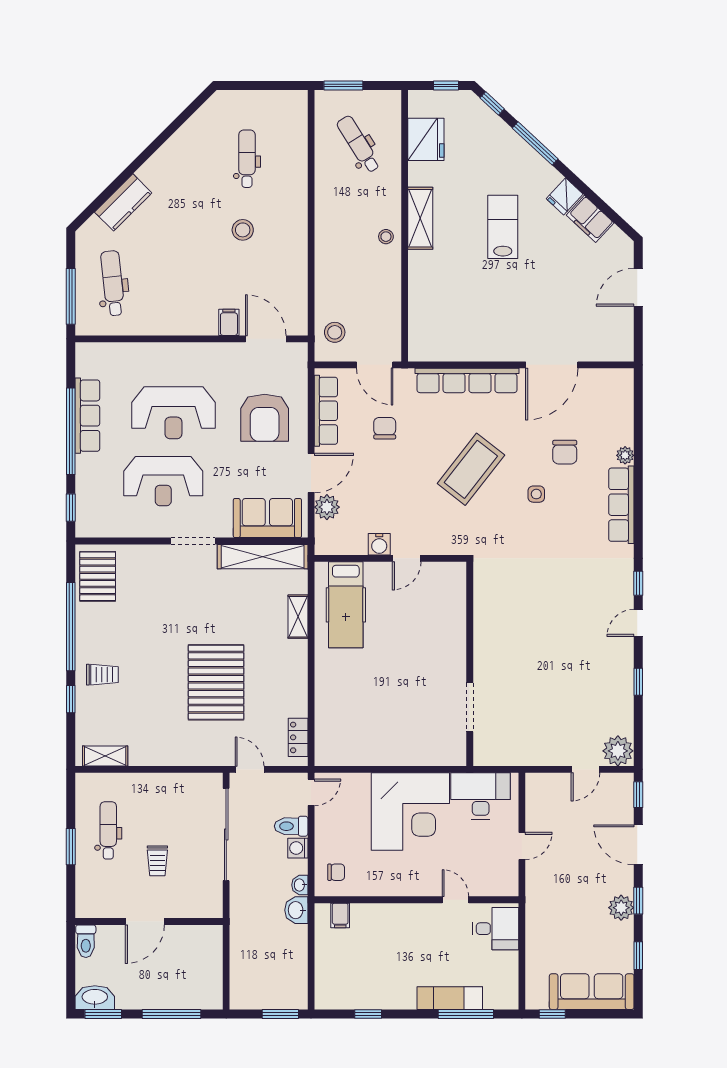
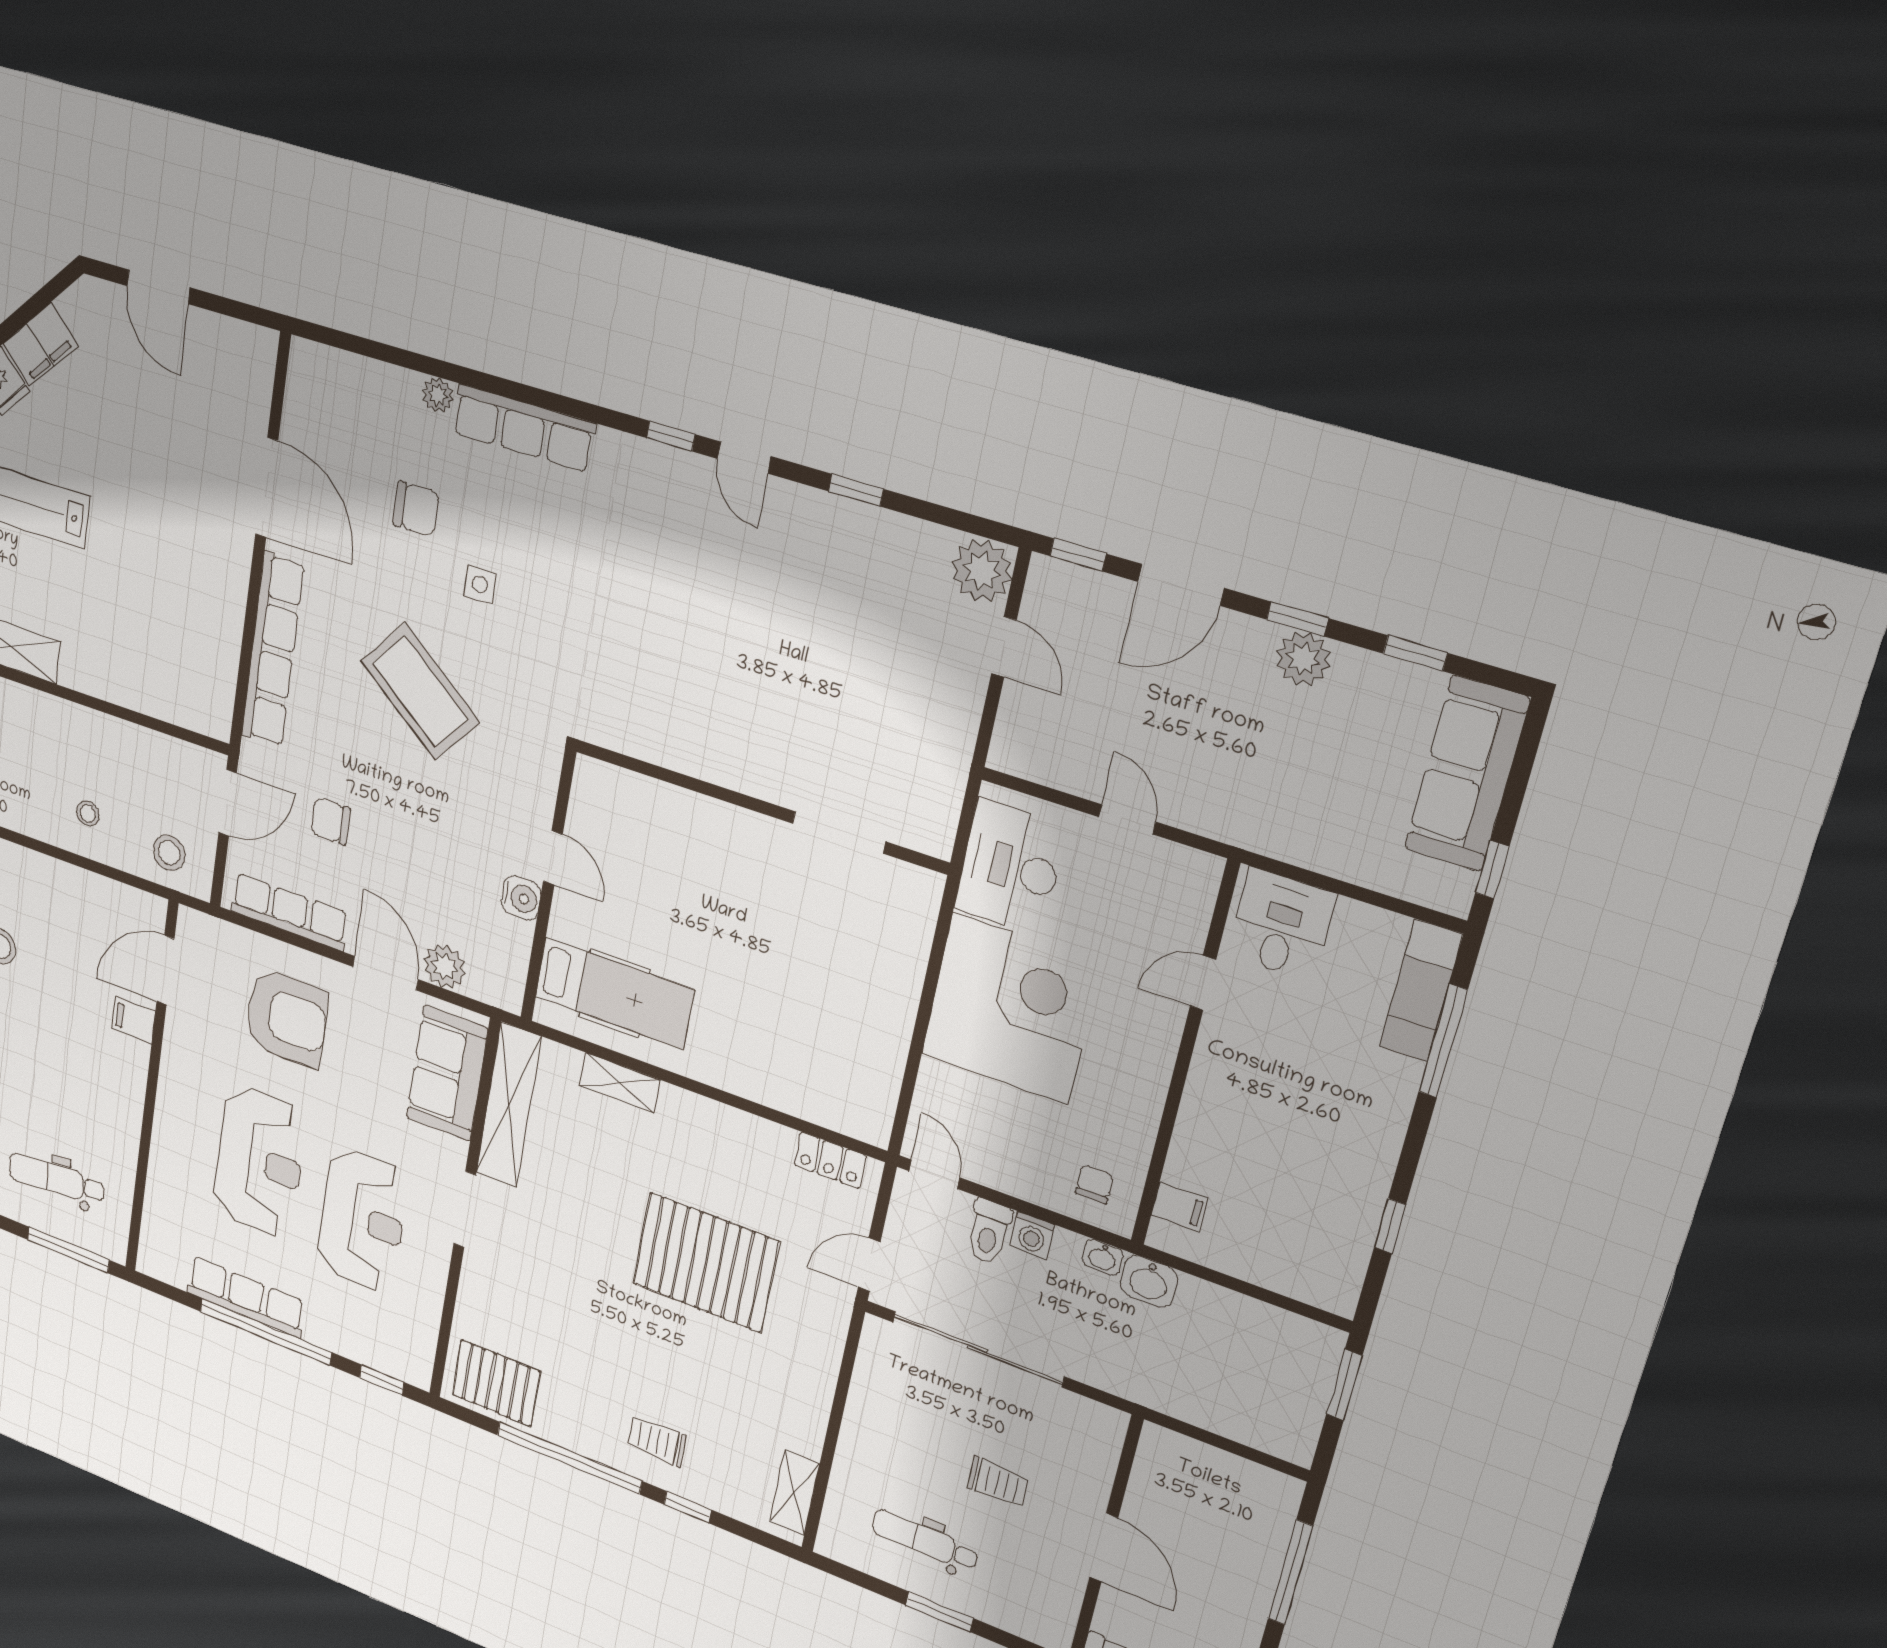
stool: (386, 237) -> (88, 813), moved
trolley: (102, 675) -> (657, 1441), turned -90
exam couch: (450, 998) -> (1421, 991), moved

